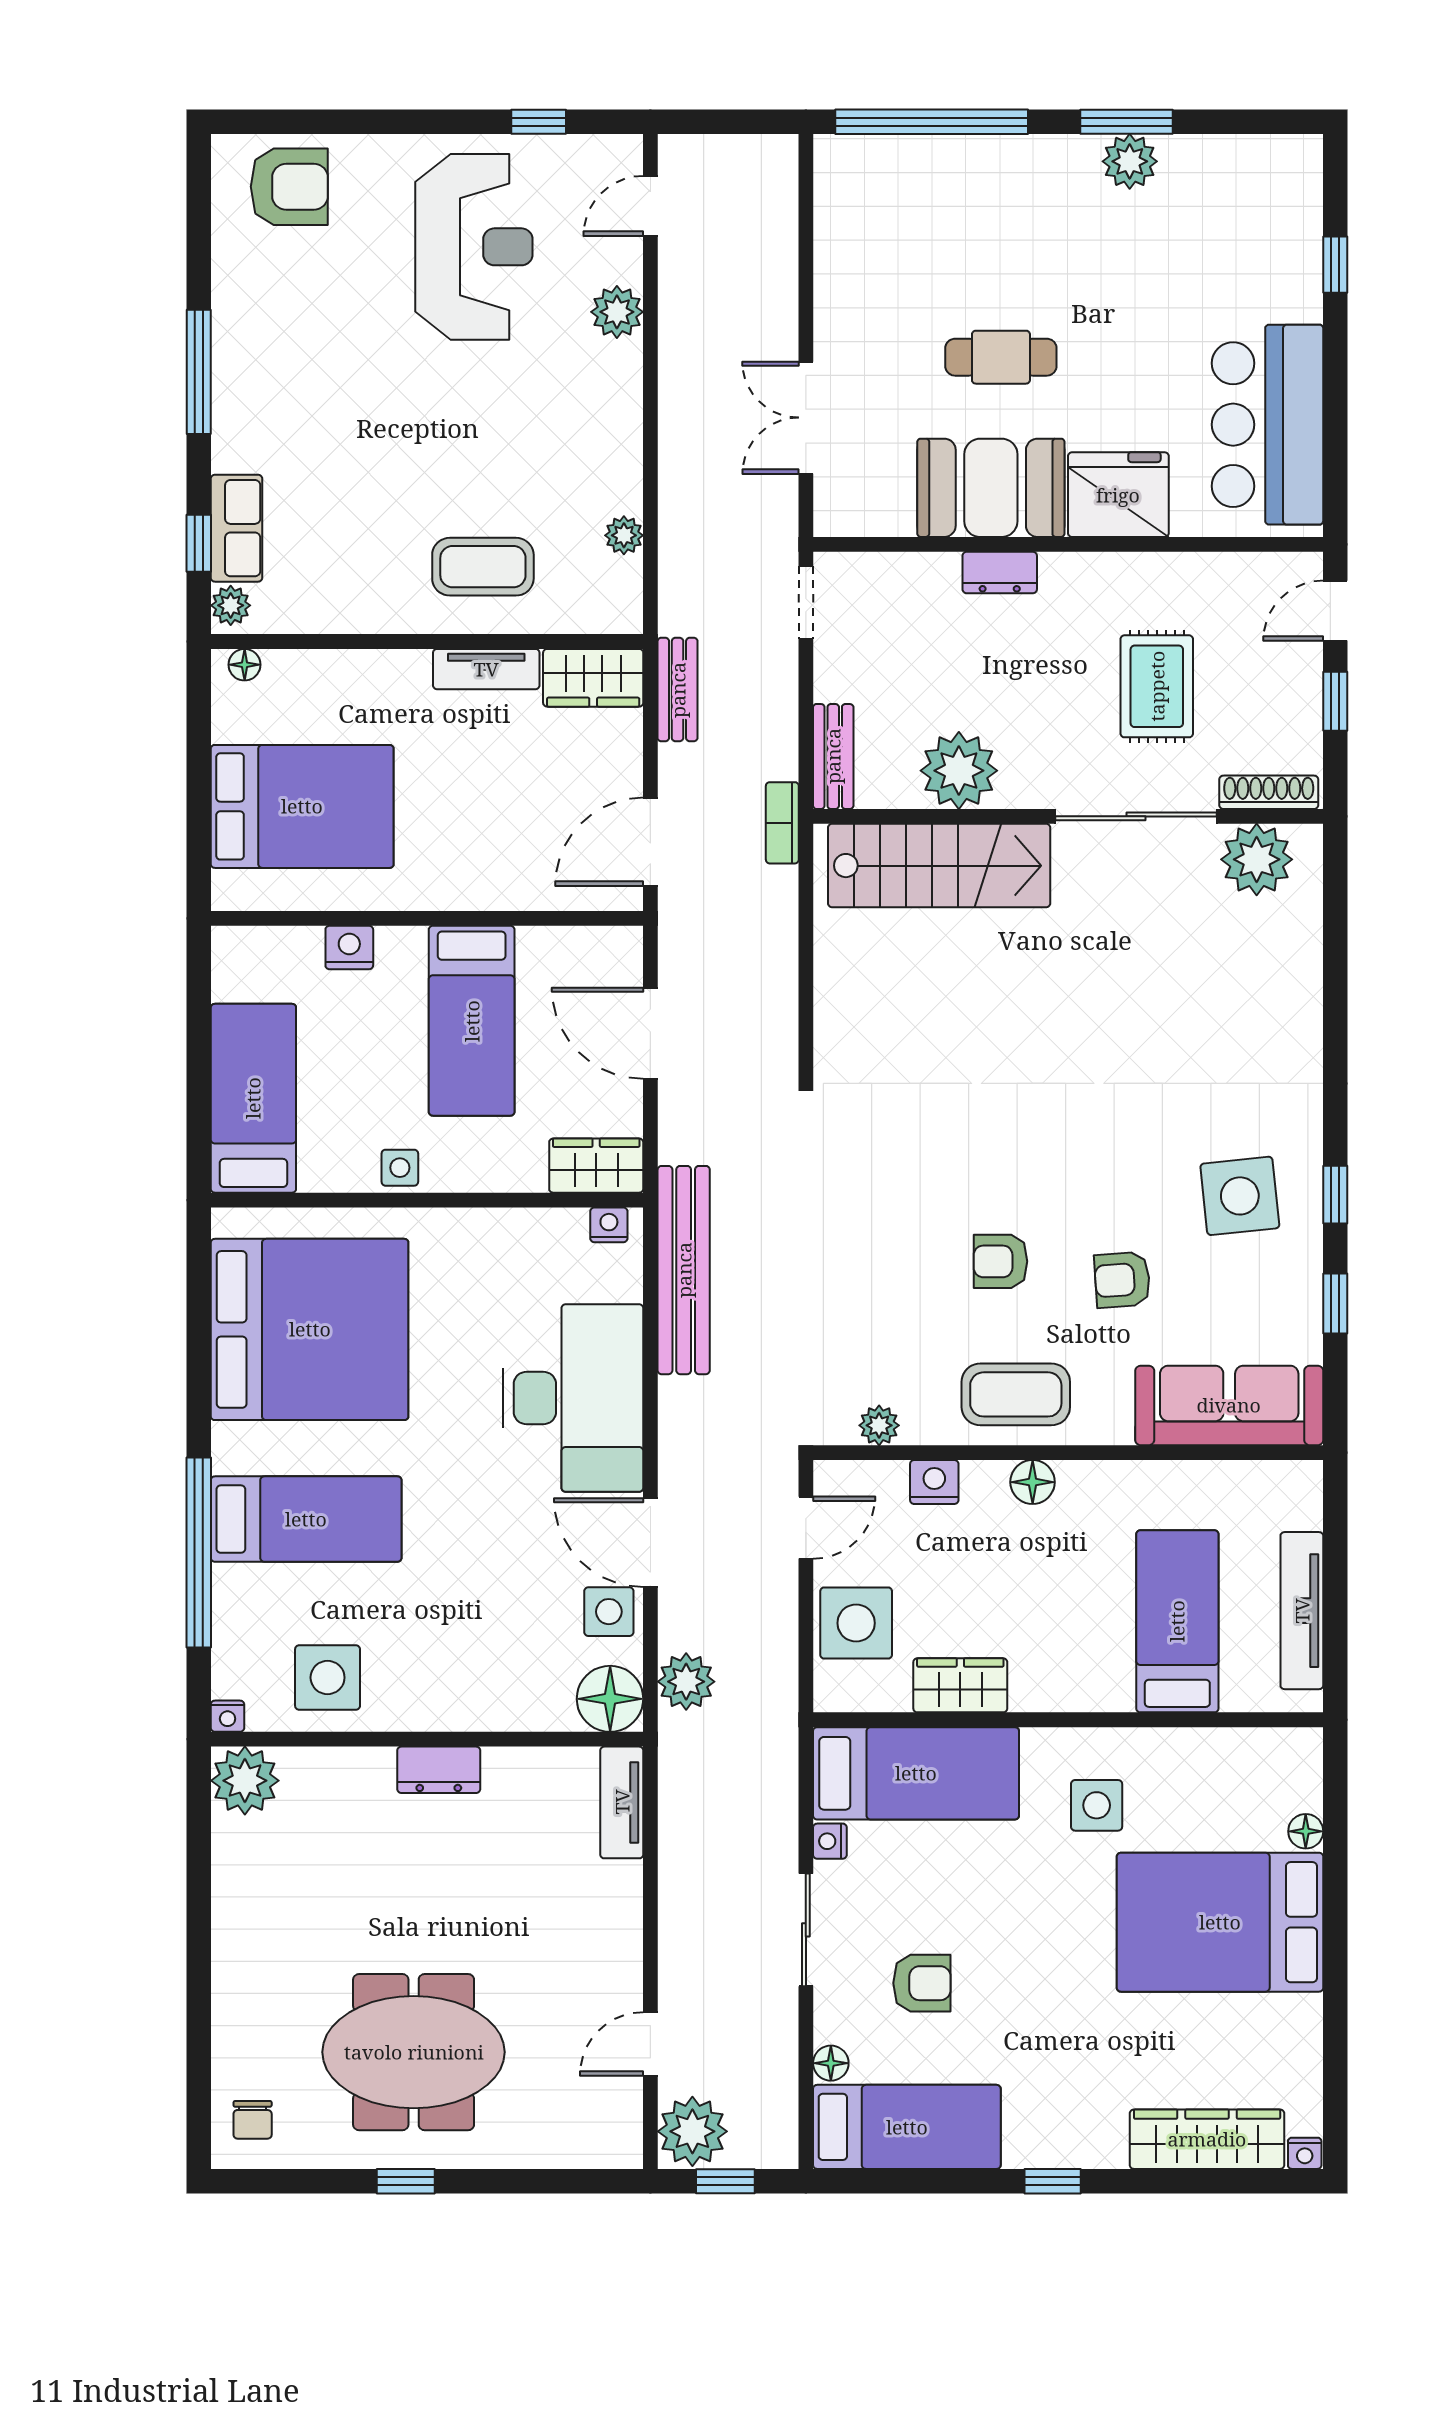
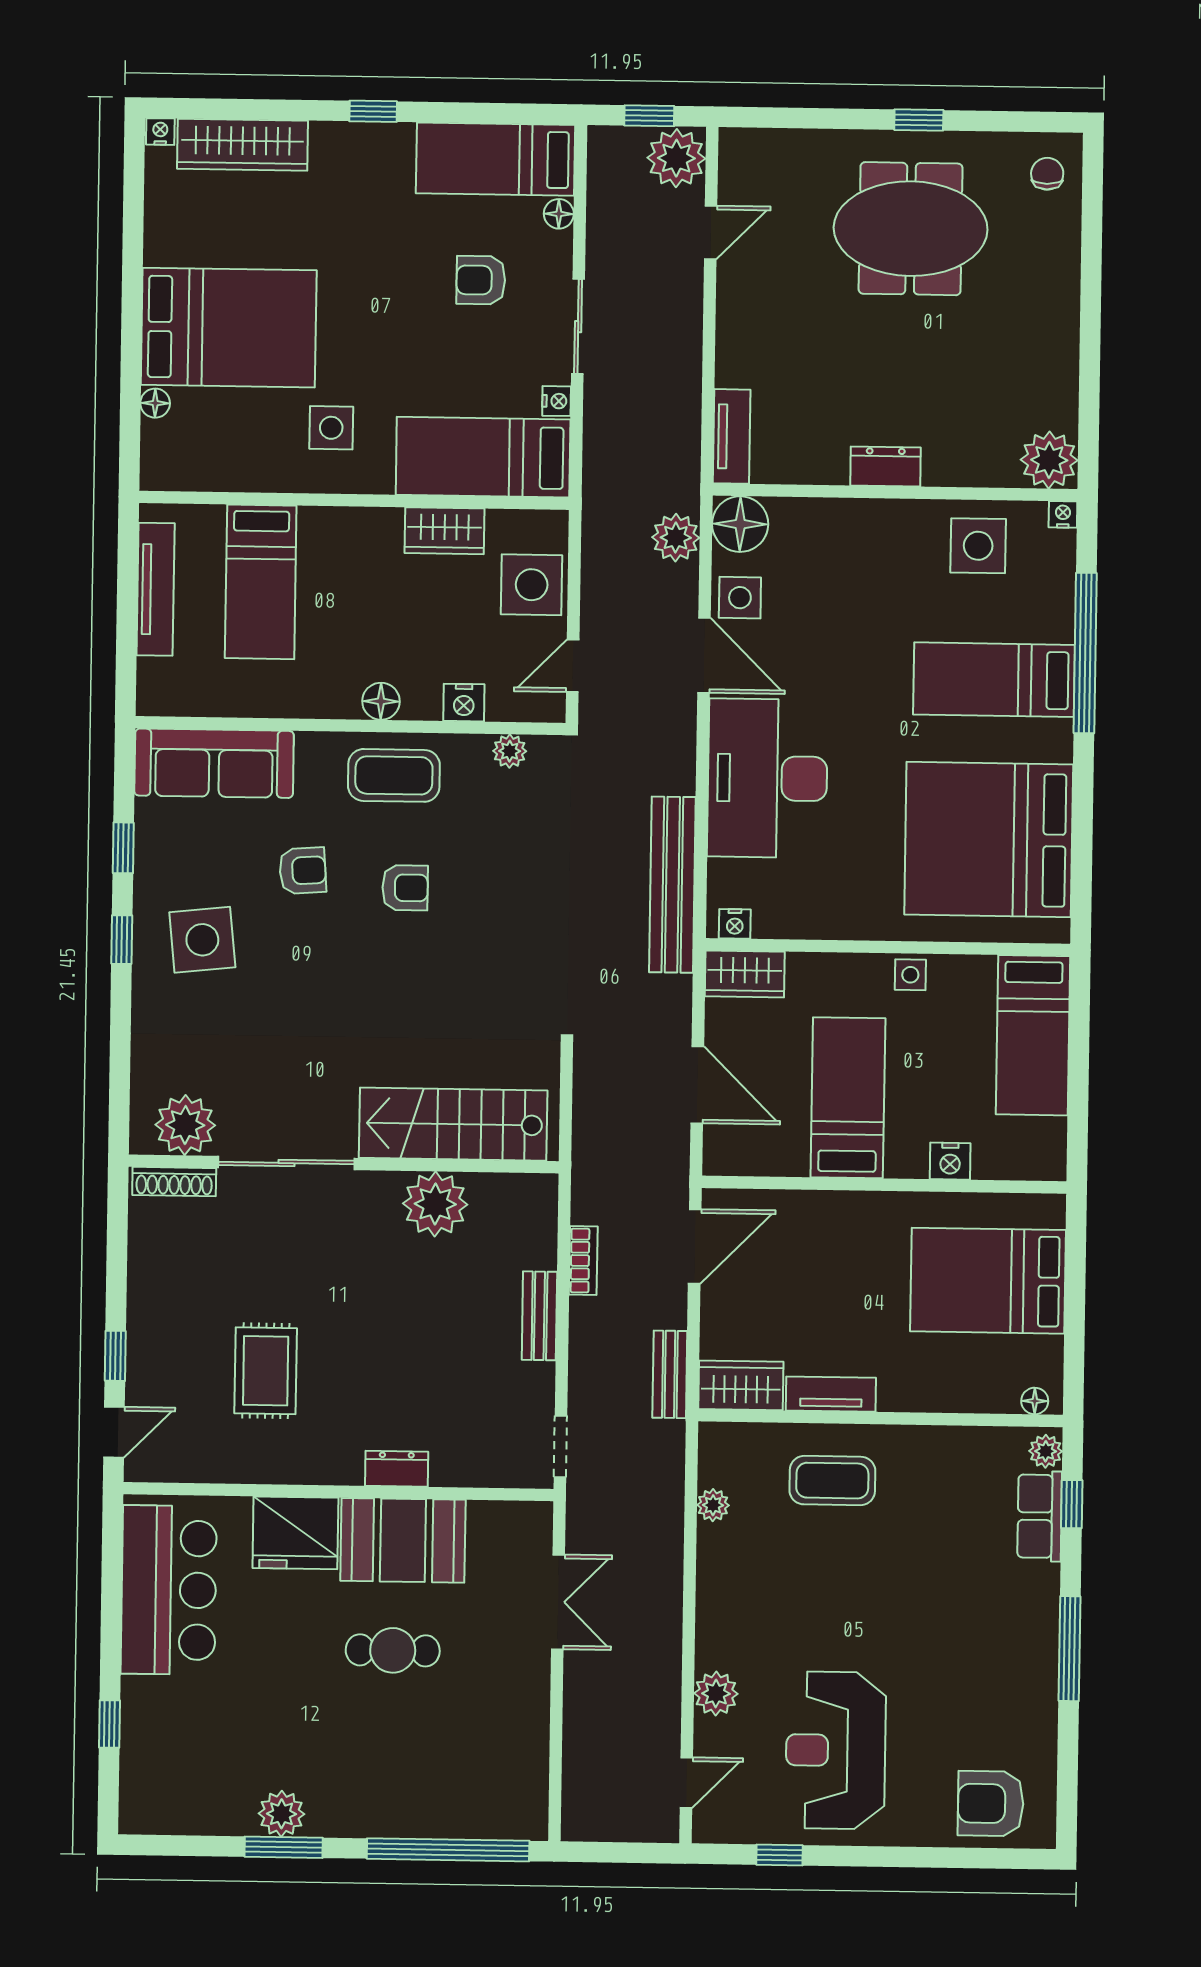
plant: (959, 771) -> (435, 1204), moved
shoe rack: (1269, 792) -> (174, 1182), moved
wall: (1068, 816) -> (344, 1164), moved
sliding door: (1136, 816) -> (286, 1163), moved
plant: (1257, 859) -> (185, 1125), moved
stairs: (939, 866) -> (453, 1124), moved

